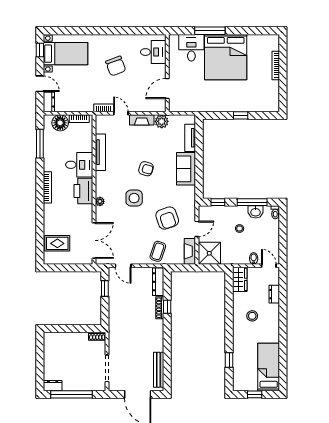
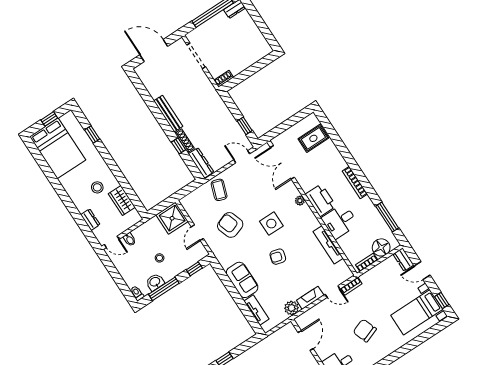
fireplace: (190, 251) -> (191, 209), removed
wardrobe: (240, 279) -> (122, 201), moved
bed: (269, 367) -> (58, 148), width x1.50
bench: (159, 370) -> (168, 114), moved

